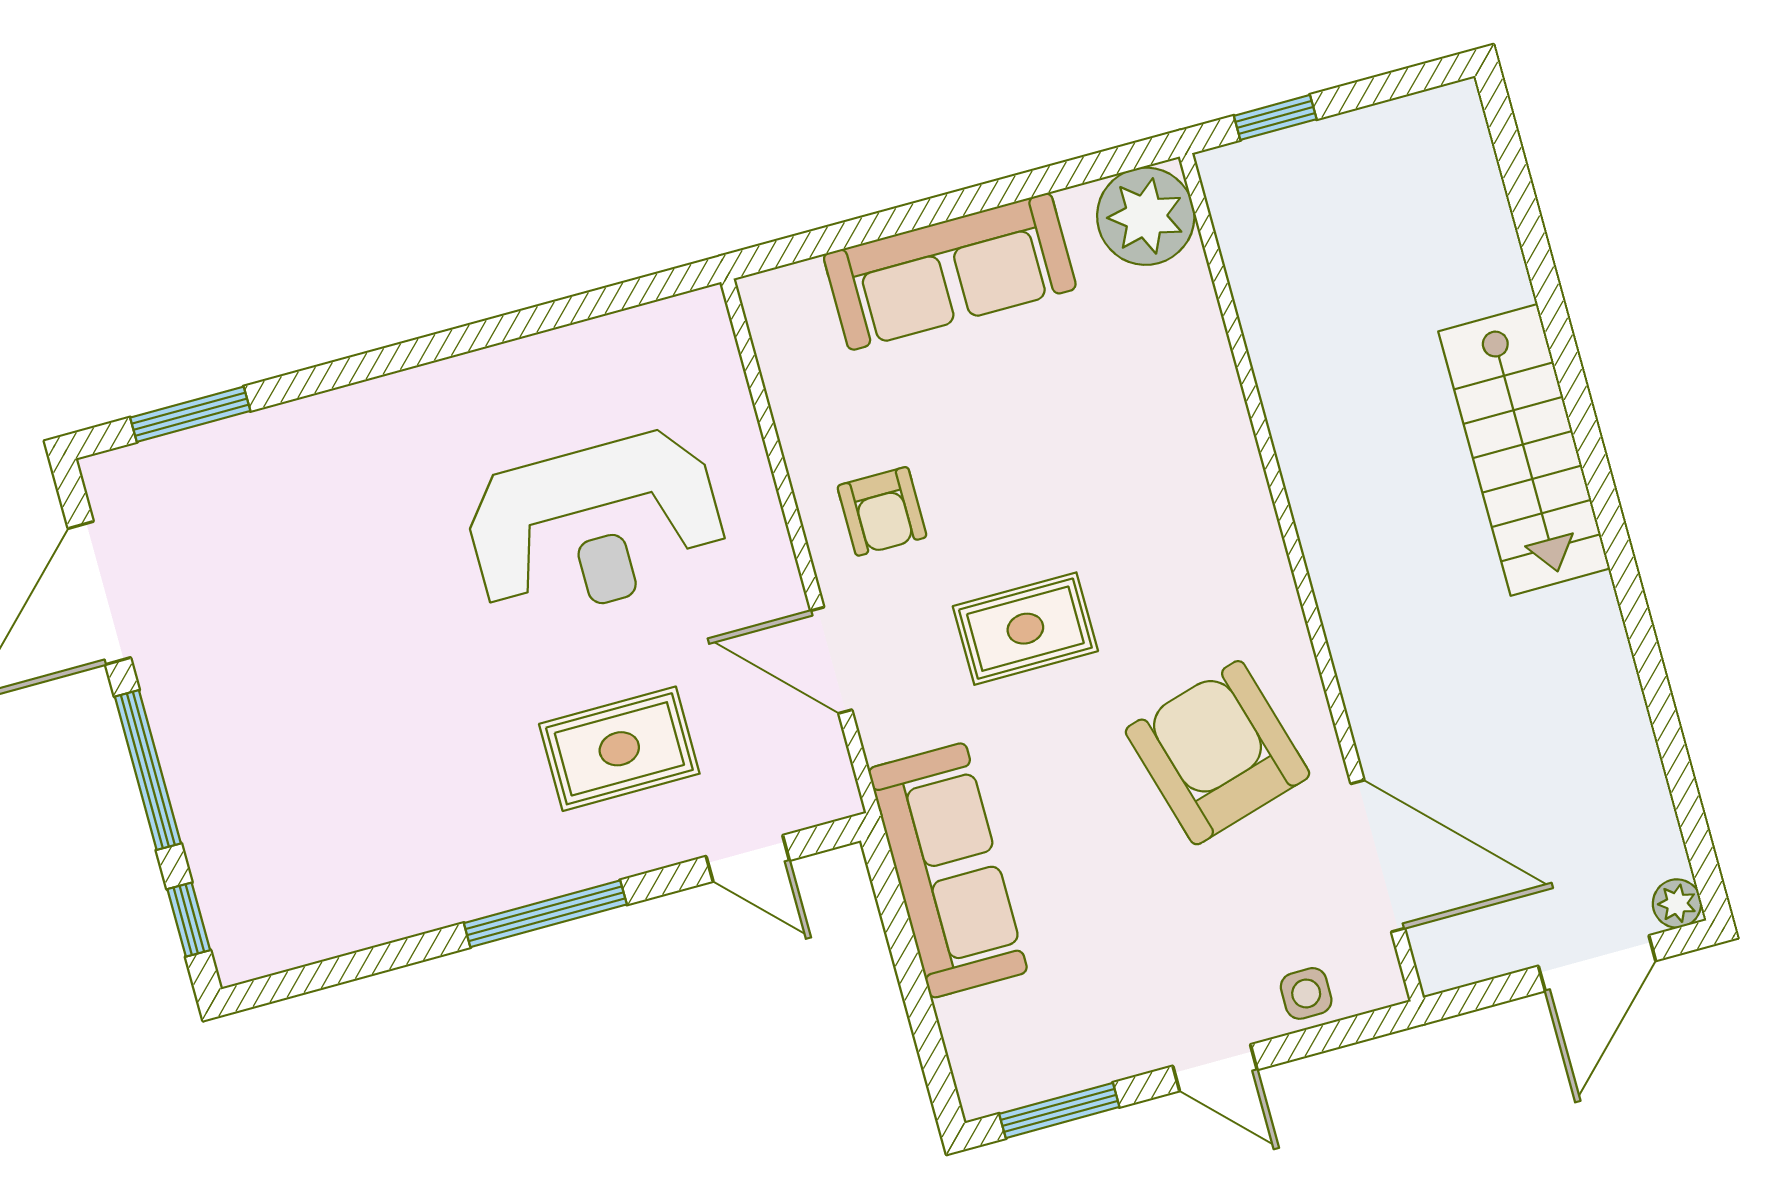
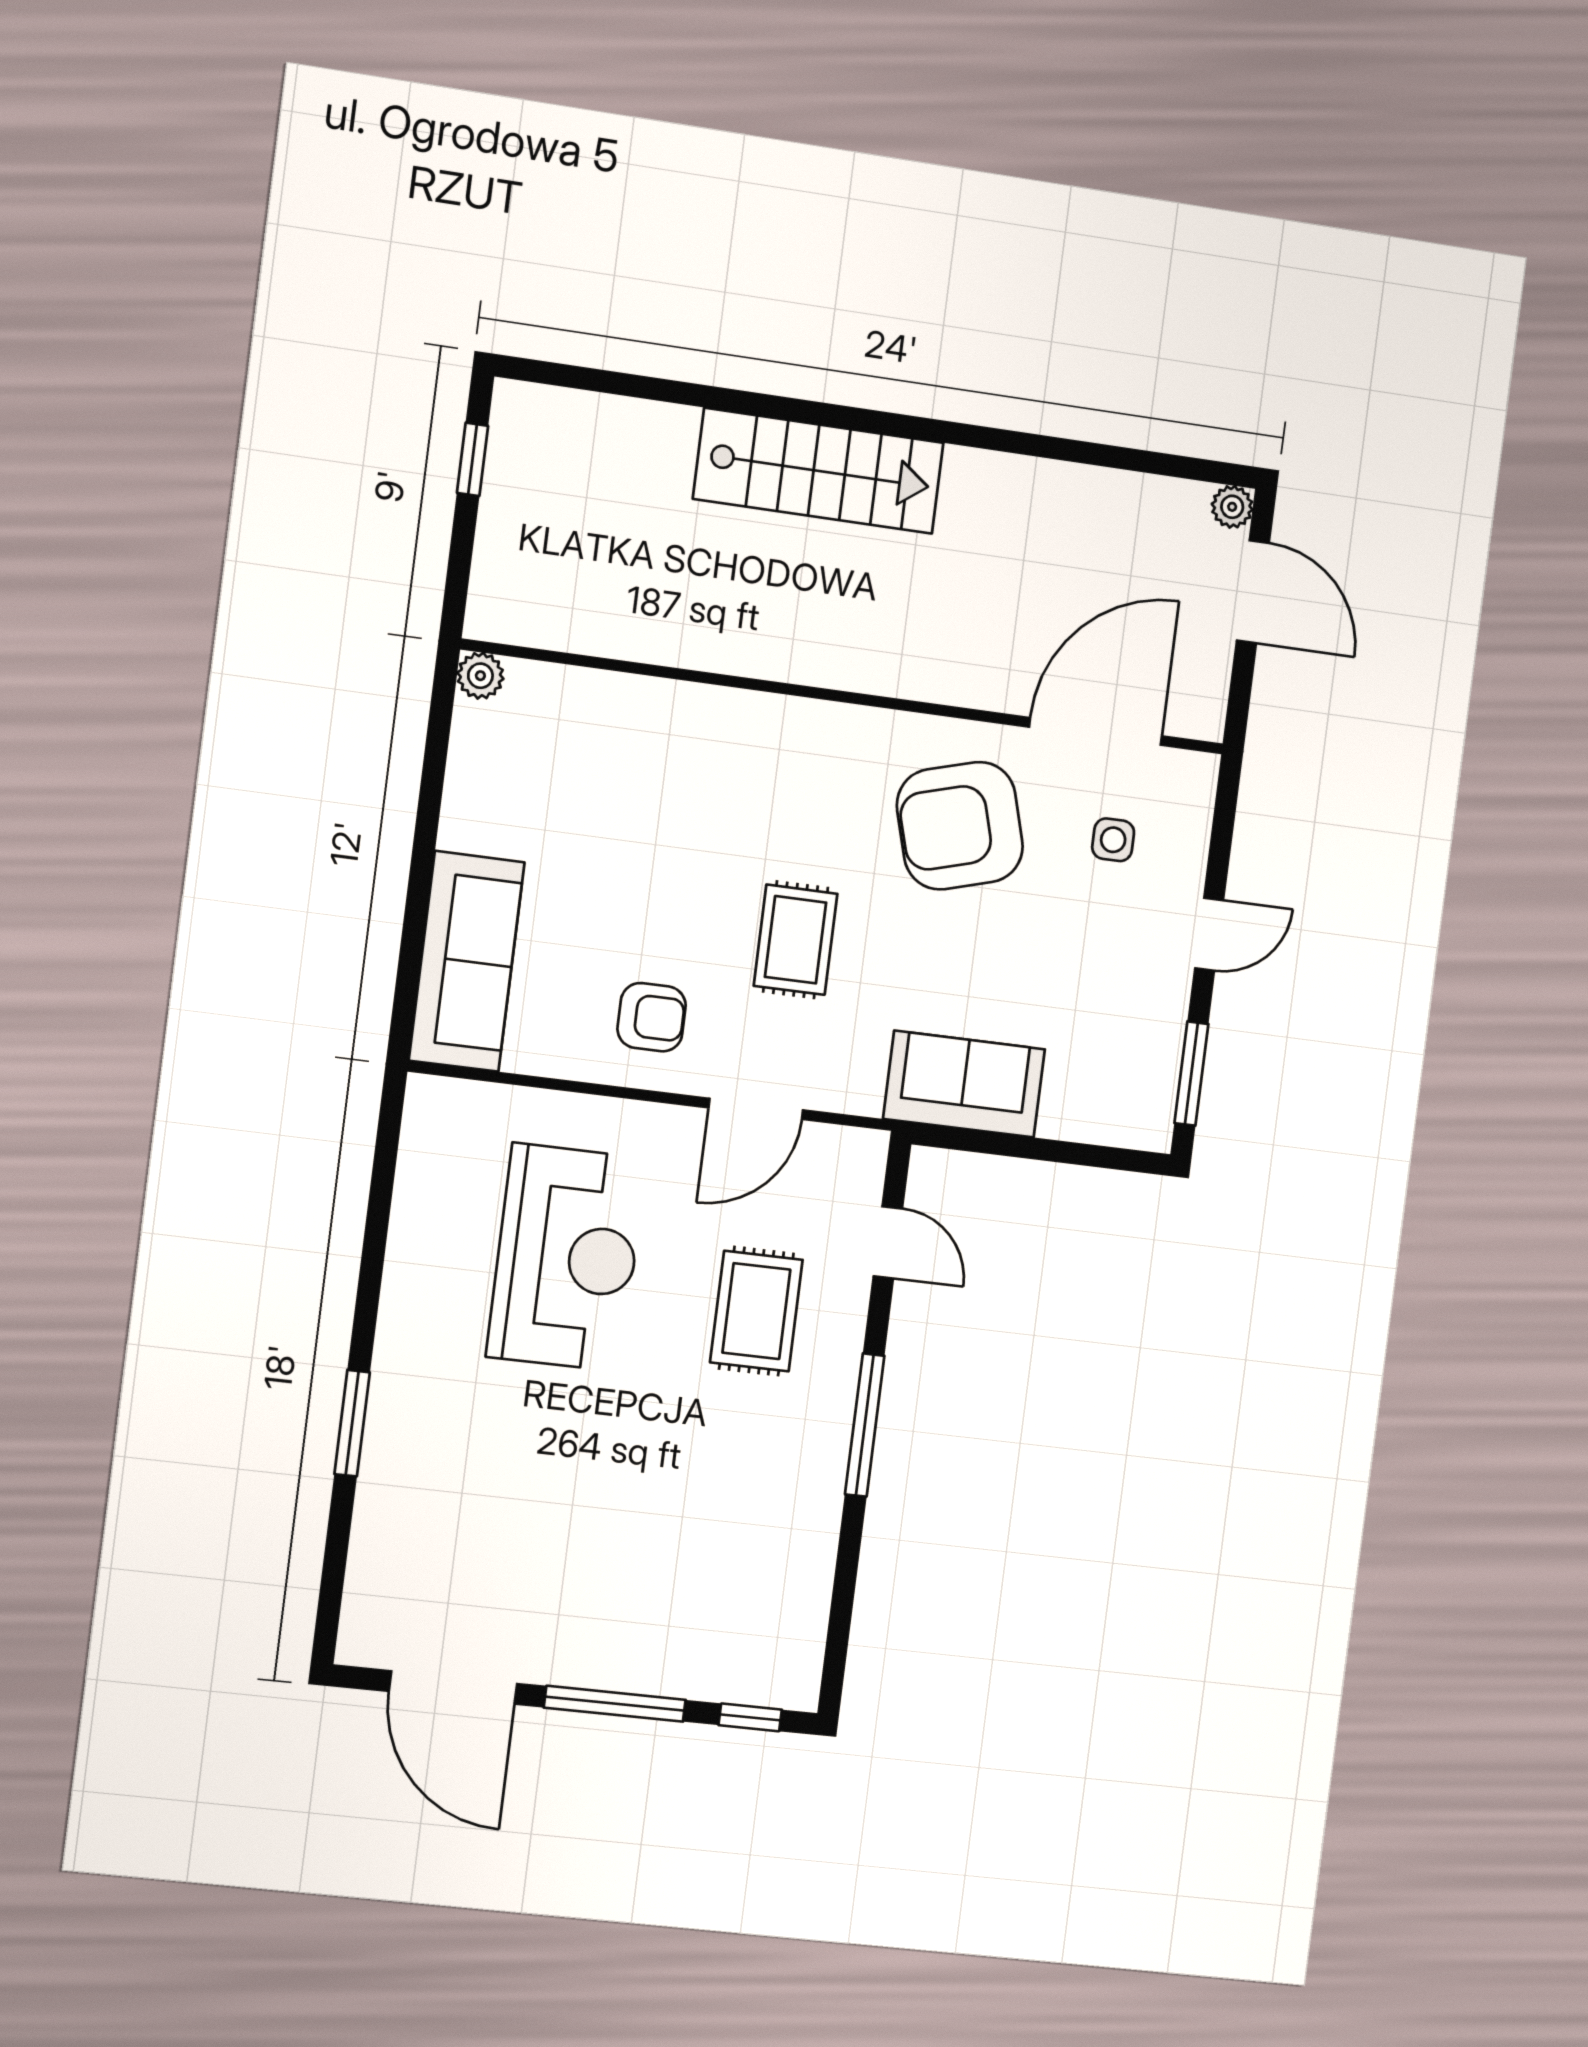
window: (1275, 117) -> (472, 459), moved
plant: (1146, 216) -> (480, 676), width x0.53, depth x0.53
sofa: (950, 272) -> (467, 961), moved
window: (190, 414) -> (352, 1423), moved
door: (748, 858) -> (888, 1242), hinge flipped
sofa: (948, 870) -> (964, 1084), width x0.73
side table: (1306, 993) -> (1113, 840), moved

